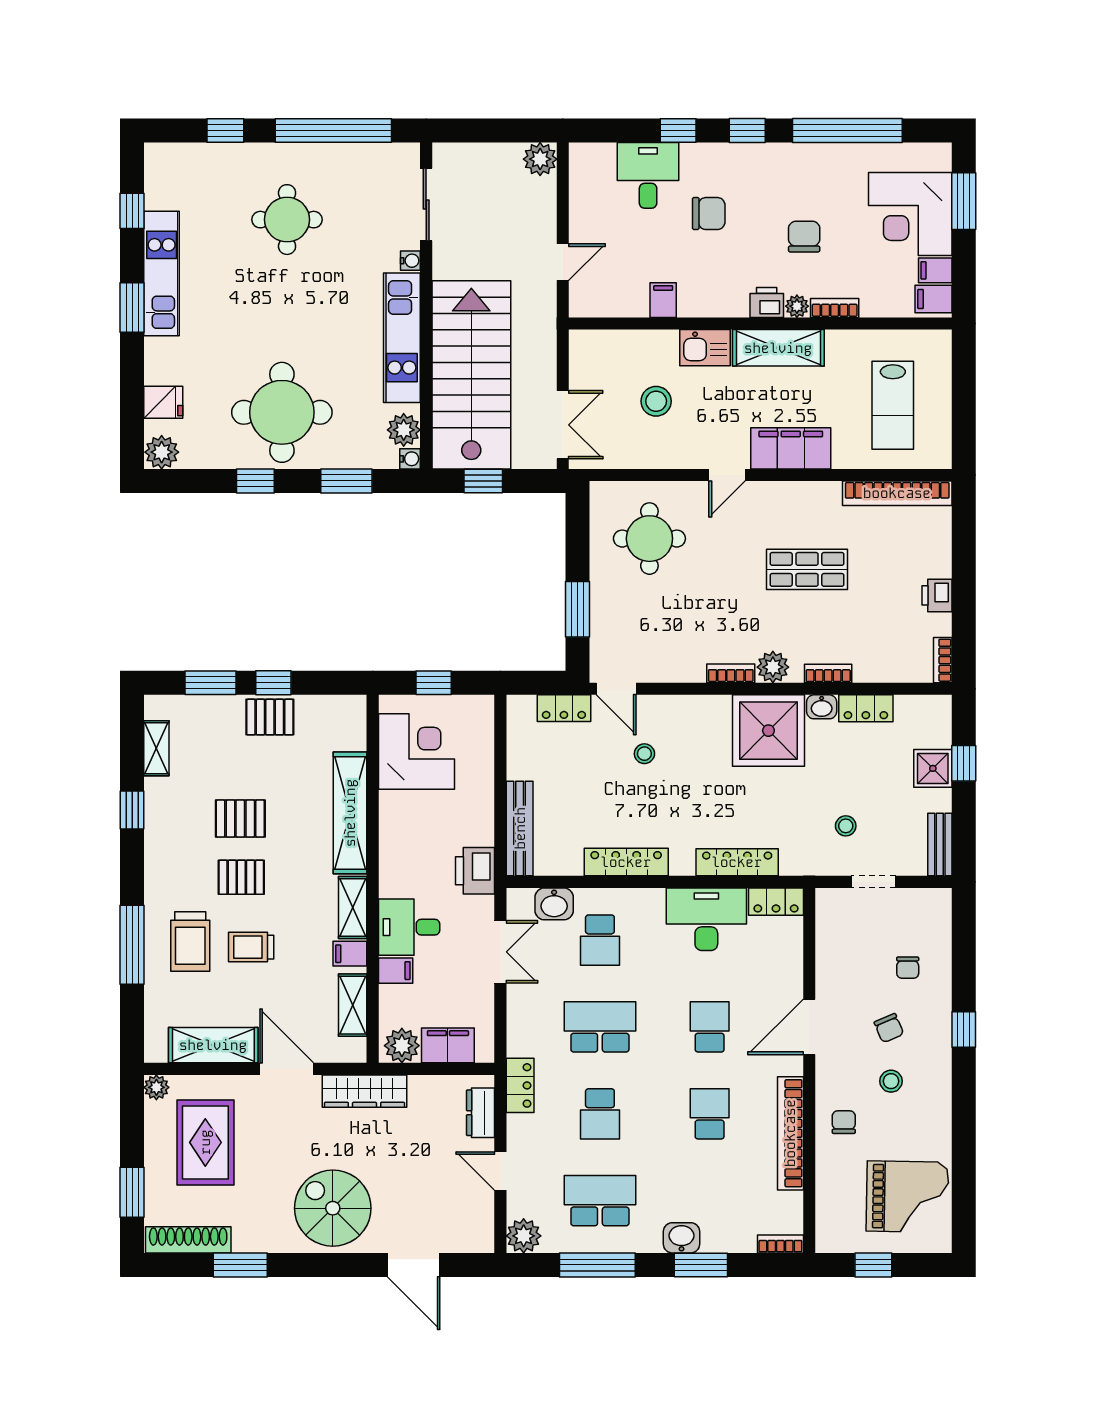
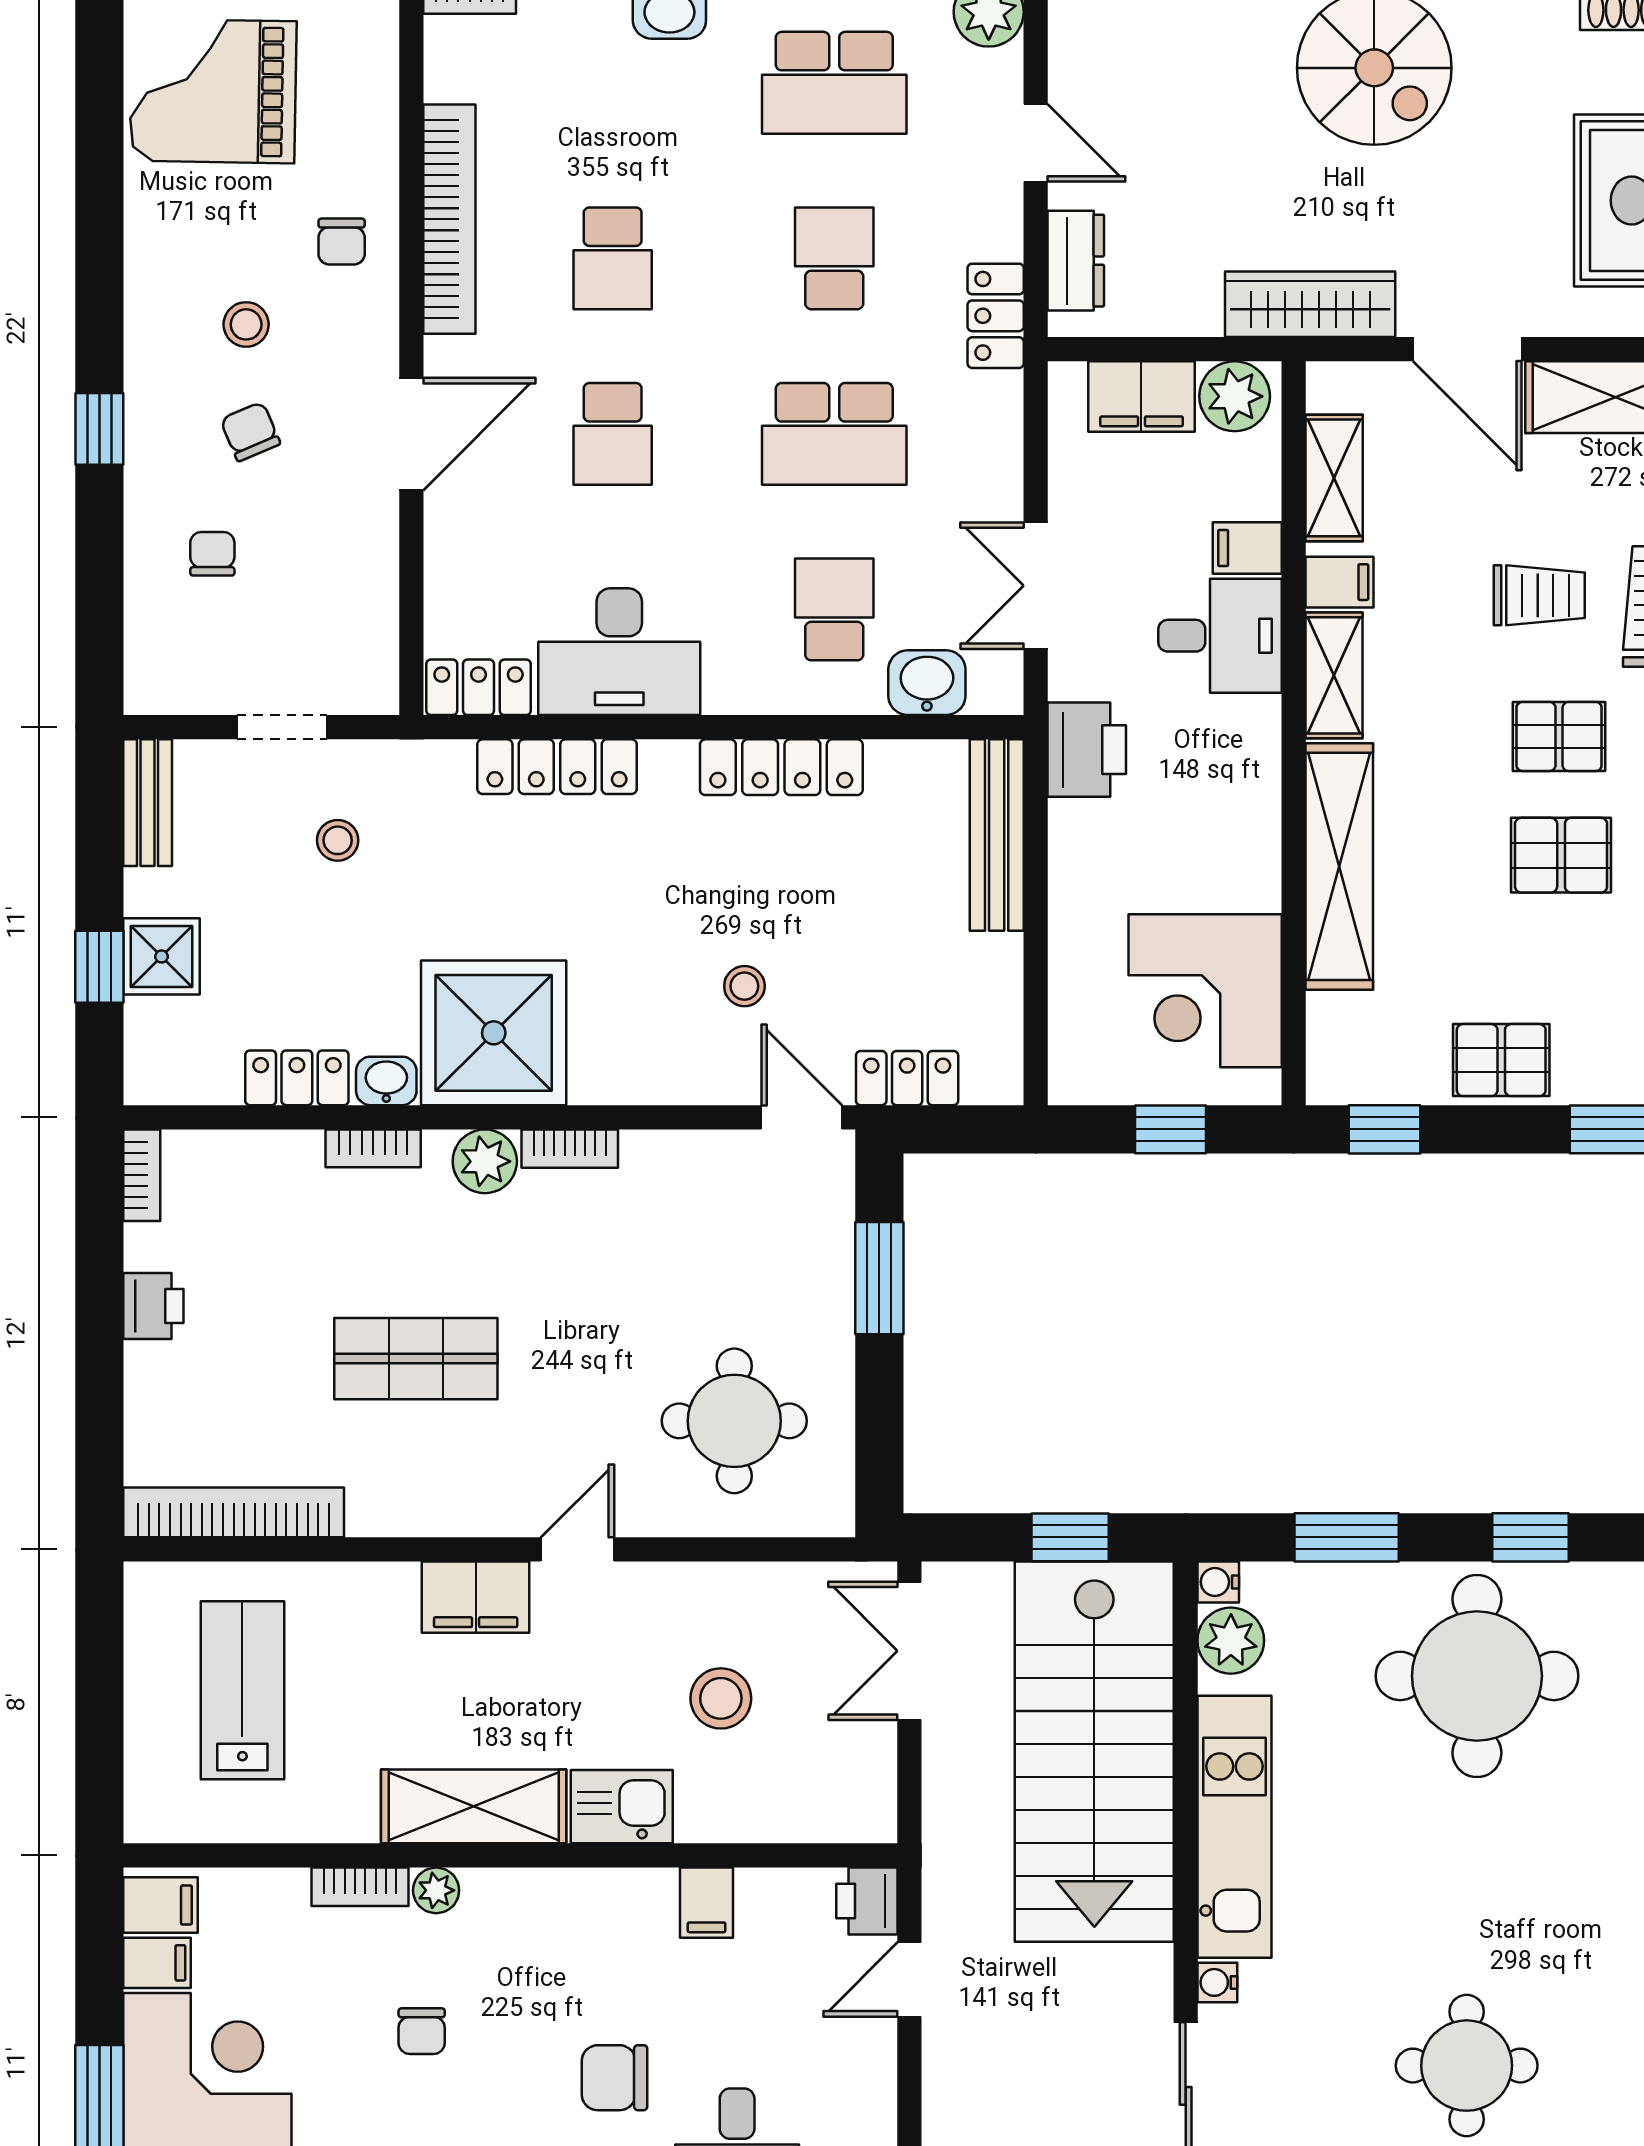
chair: (804, 237) -> (422, 2031), width x0.73, depth x0.73
printer: (767, 302) -> (867, 1901), moved, turned 90
filing cabinet: (791, 448) -> (476, 1597), width x0.67, depth x0.86
window: (273, 683) -> (1385, 1129), moved

